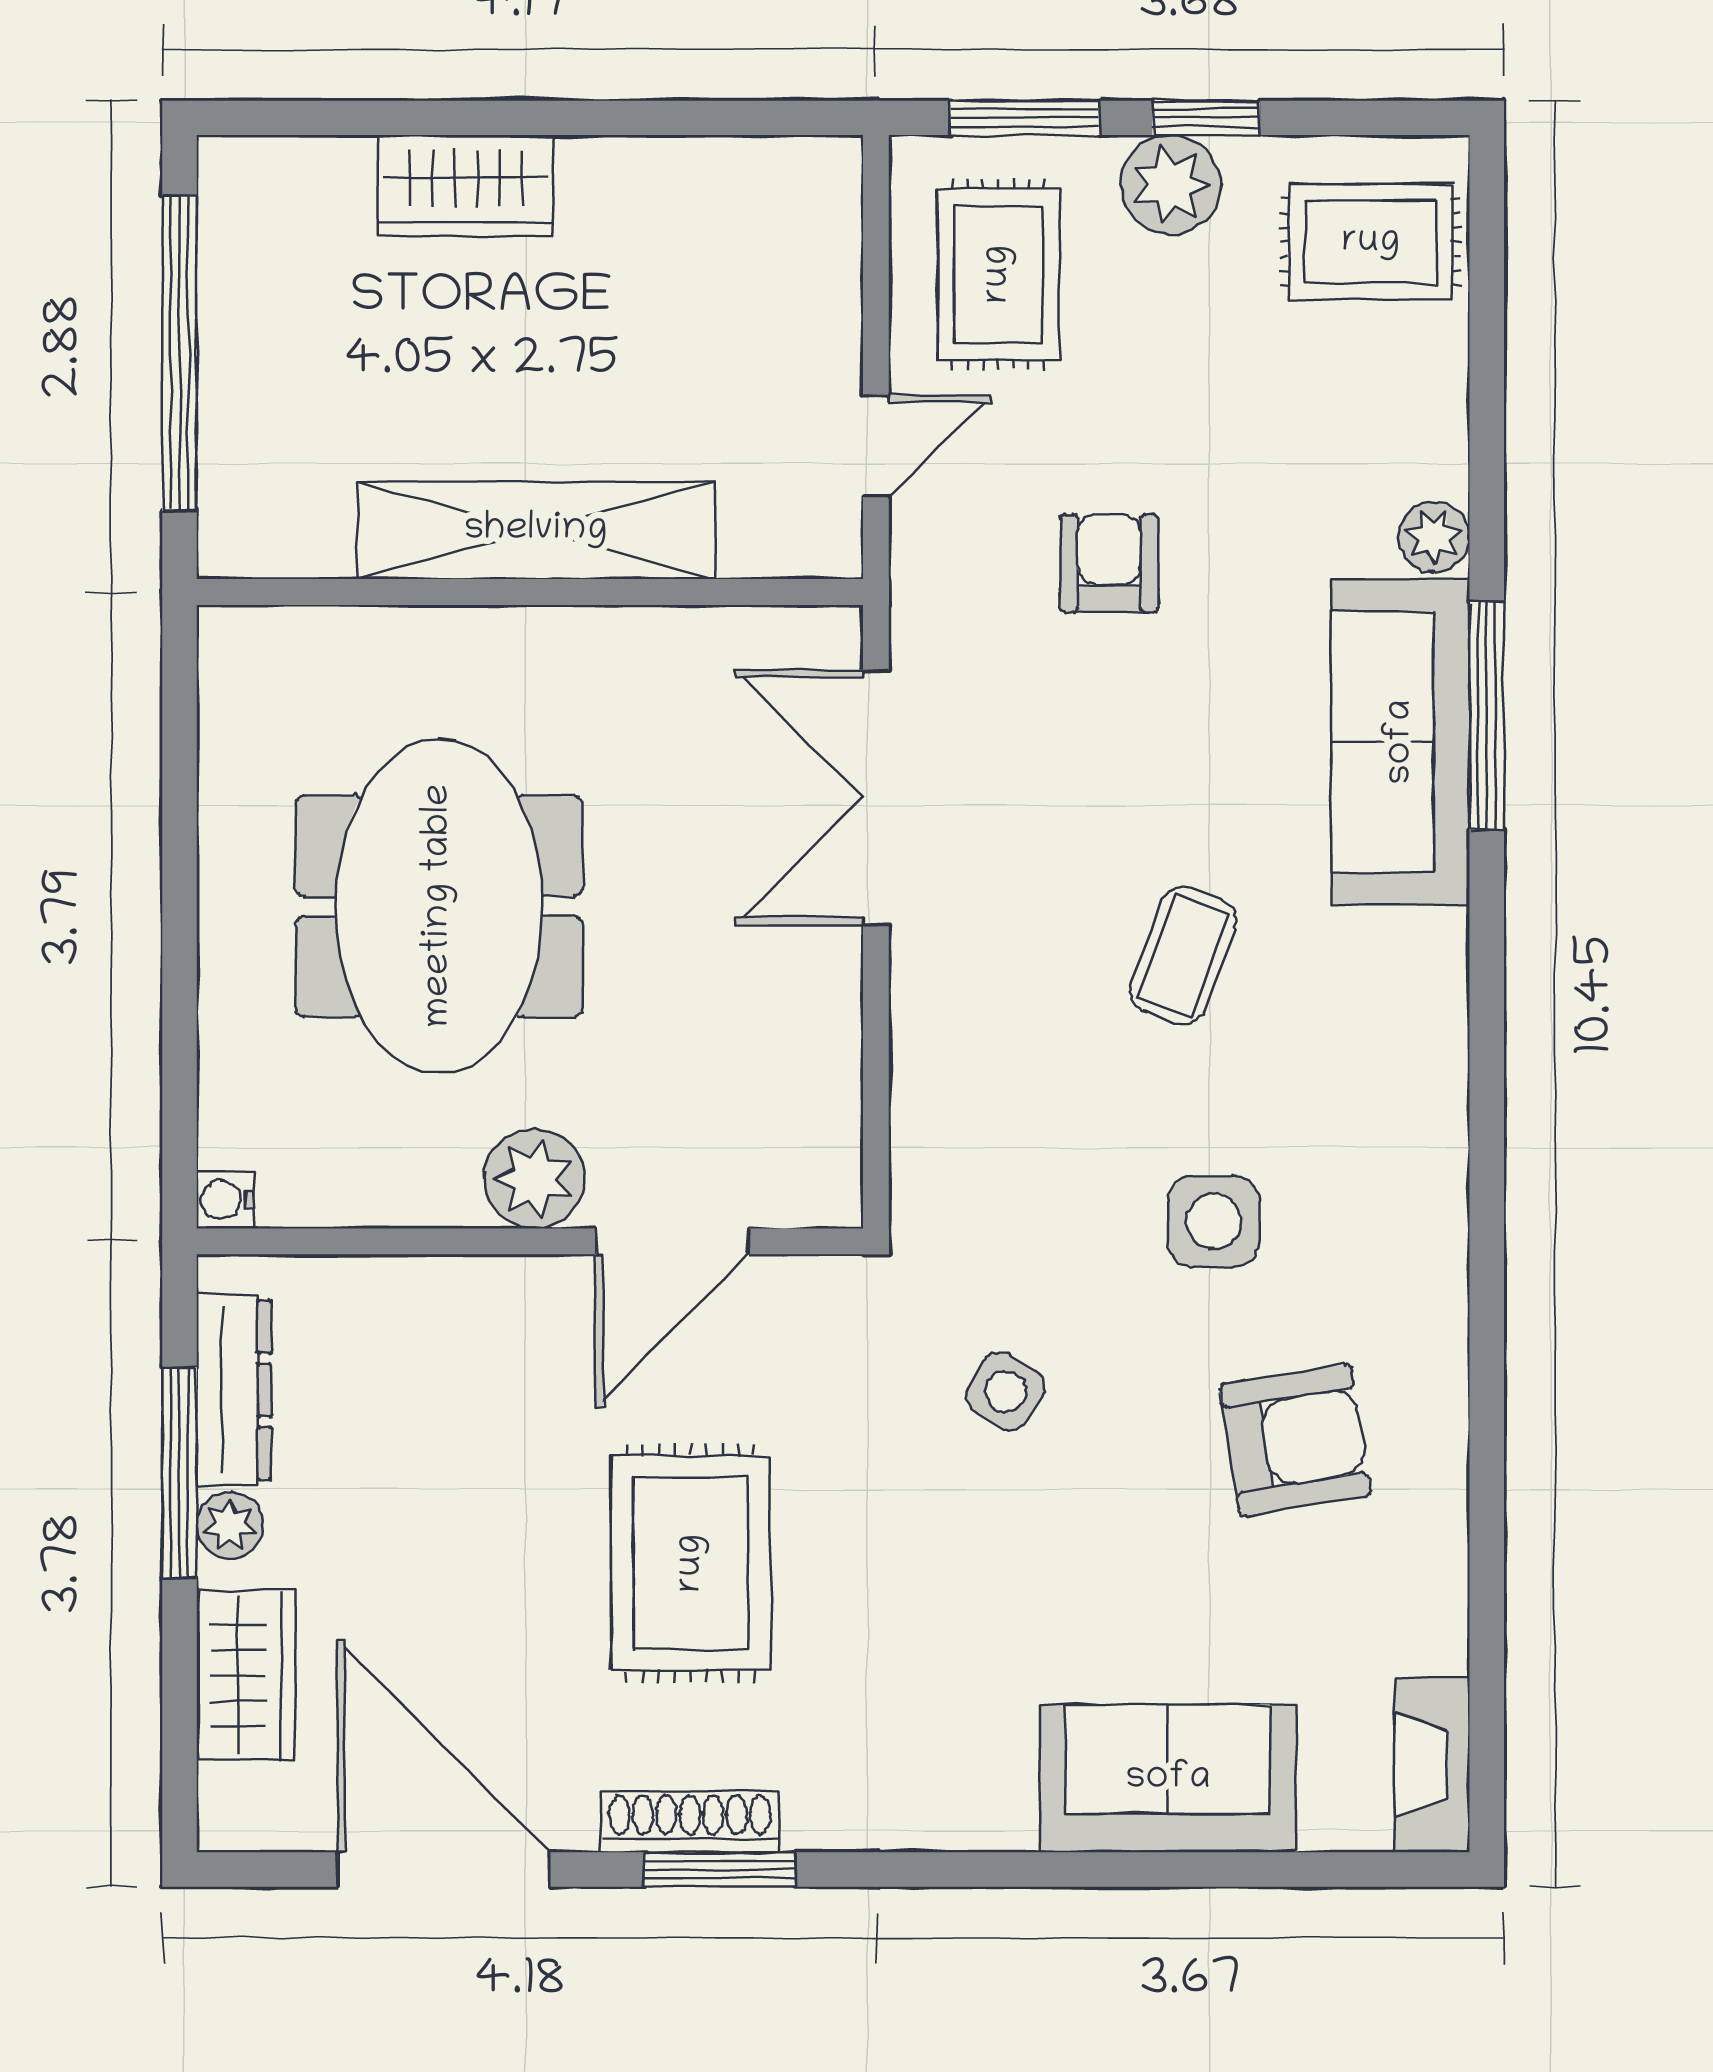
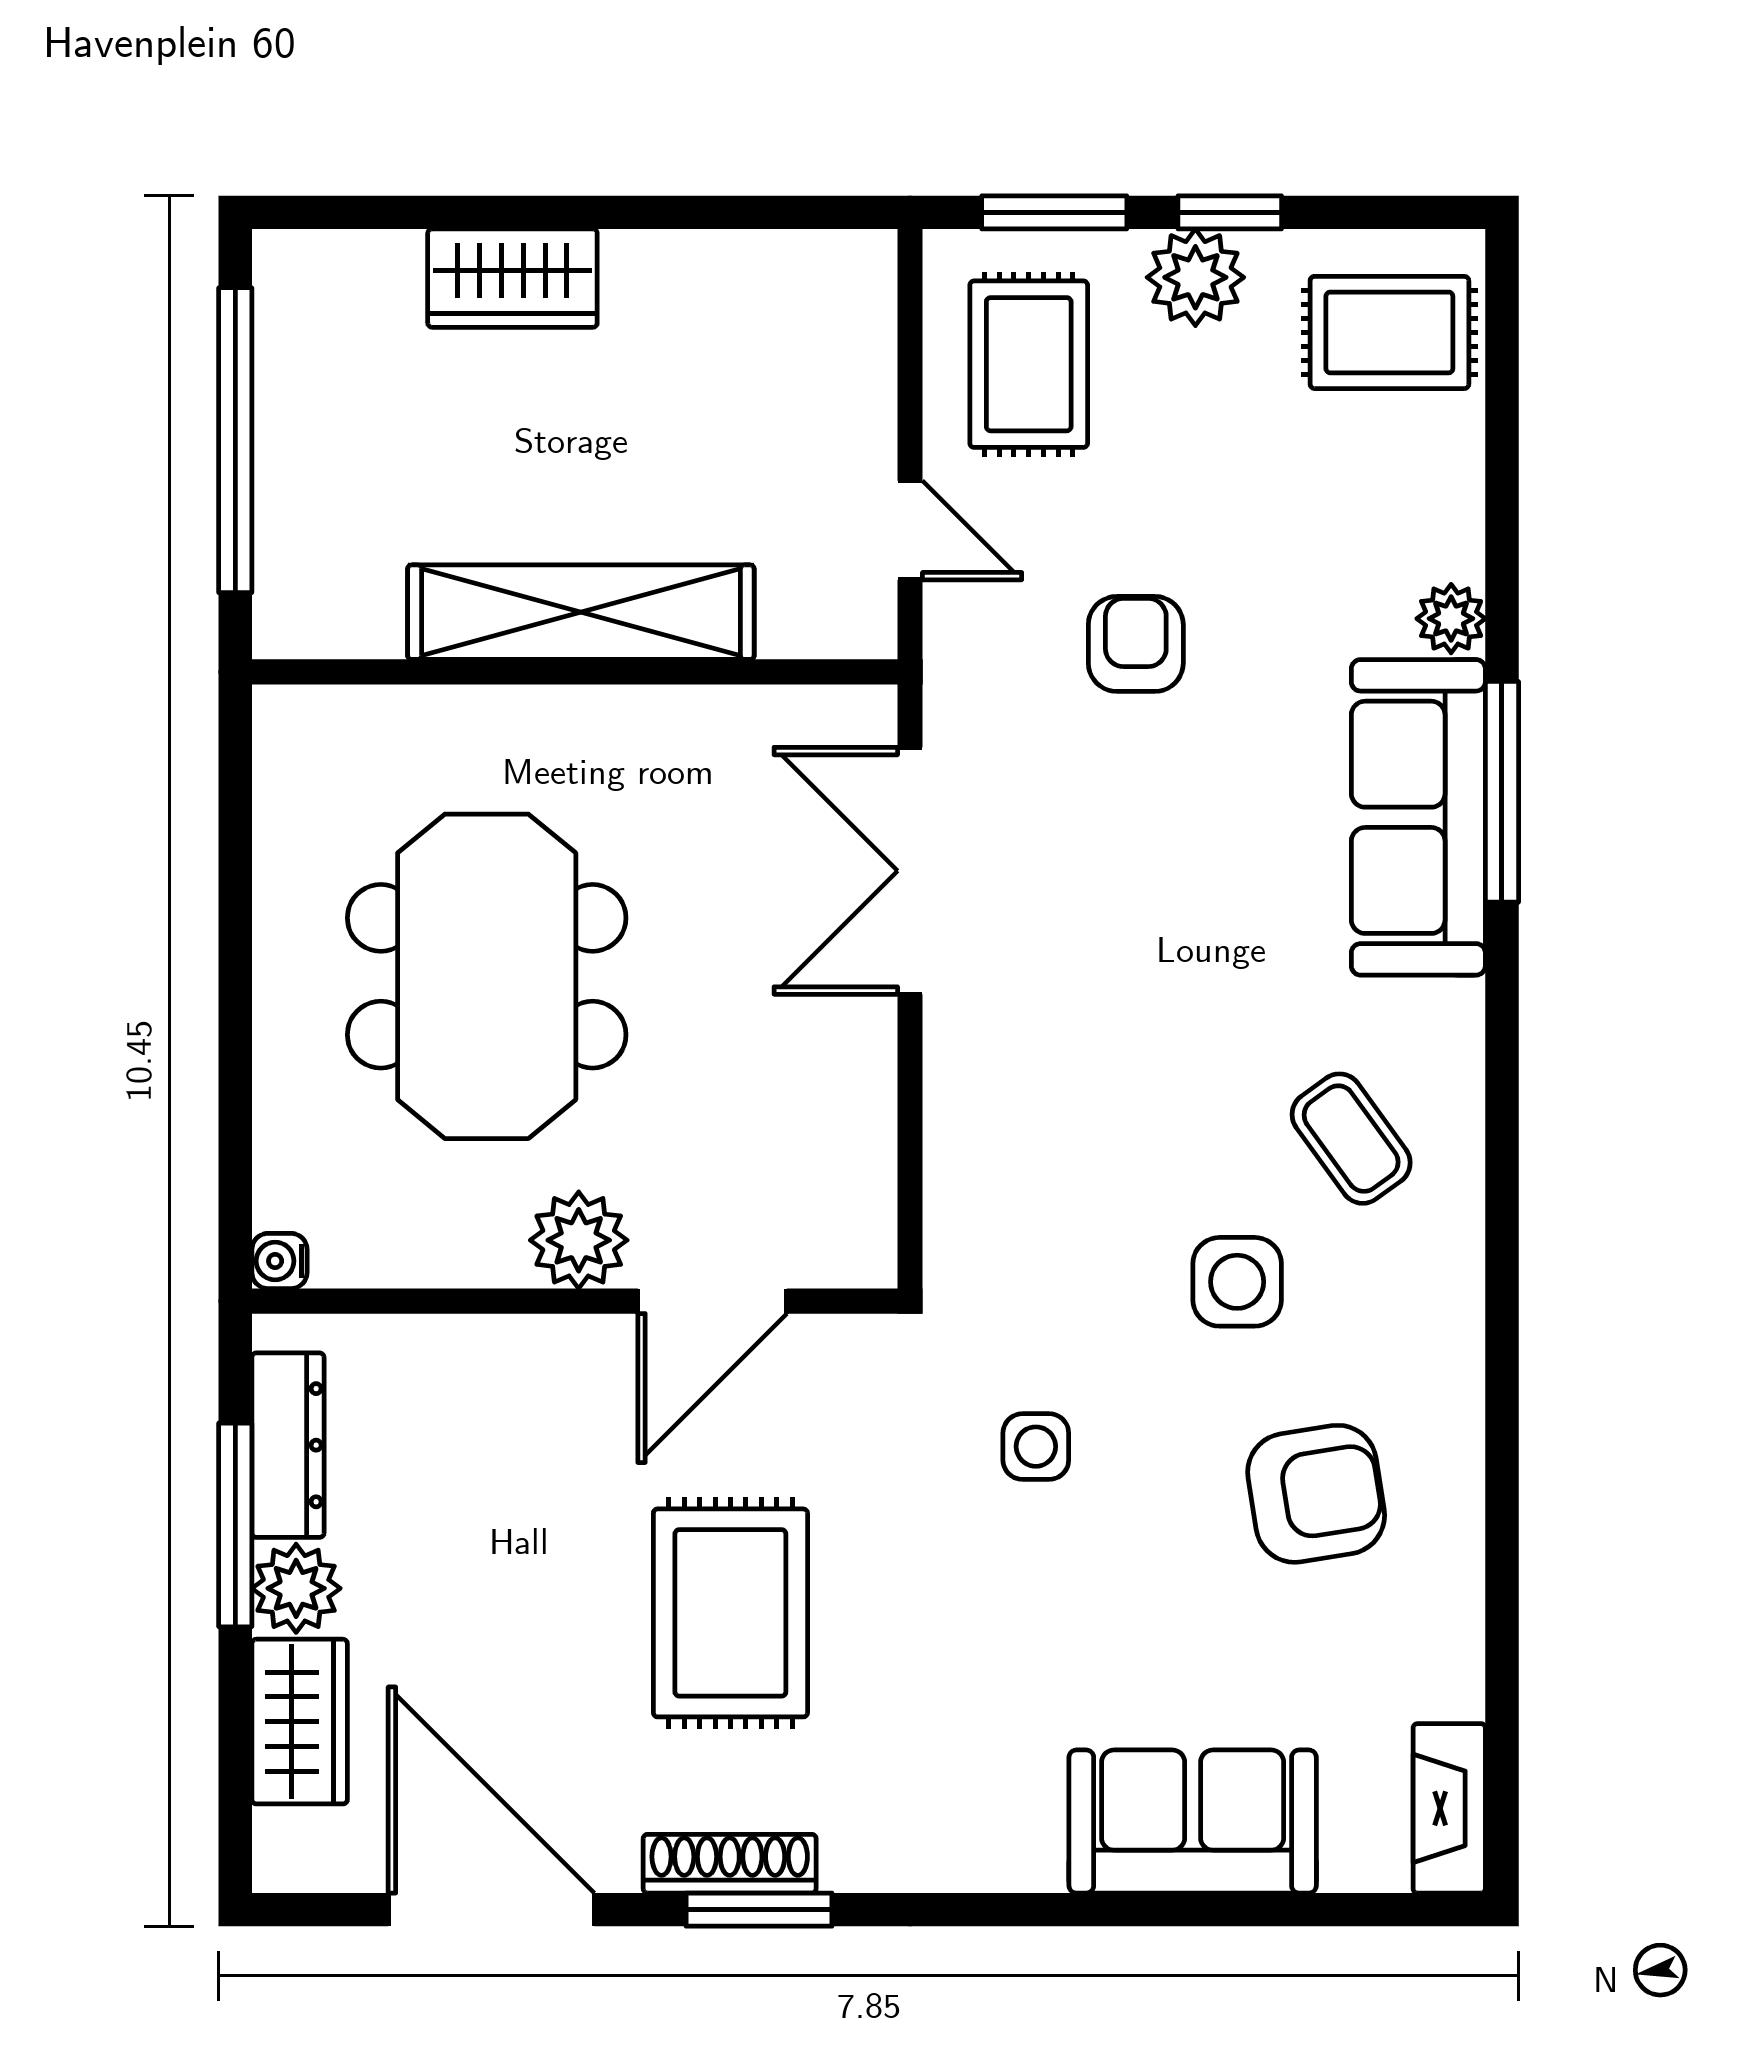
door: (876, 446) -> (910, 530), hinge flipped
coffee table: (1183, 956) -> (1351, 1139), moved, turned -56
side table: (1006, 1392) -> (1036, 1447), turned -31
plant: (230, 1525) -> (296, 1588), width x1.38, depth x1.38

